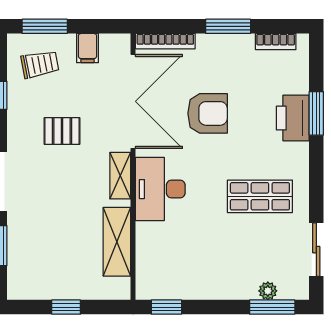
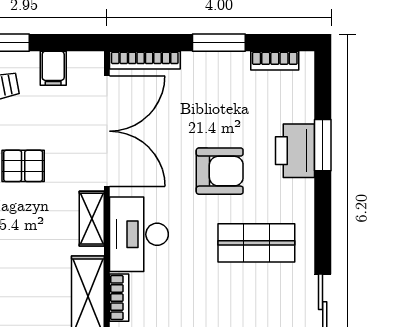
armchair: (208, 113) -> (220, 171), moved
bookcase: (144, 243) -> (119, 298), added

